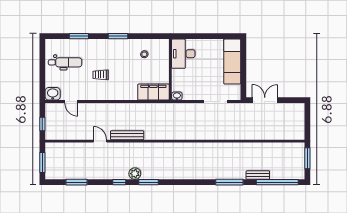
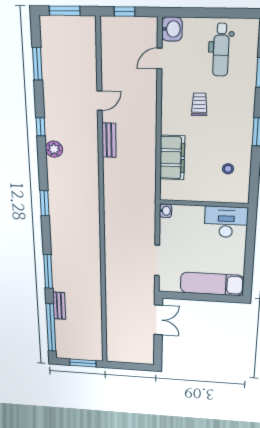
filing cabinet: (153, 92) -> (172, 158), moved
bench: (127, 135) -> (109, 140), width x0.73
window: (148, 182) -> (45, 203), moved

